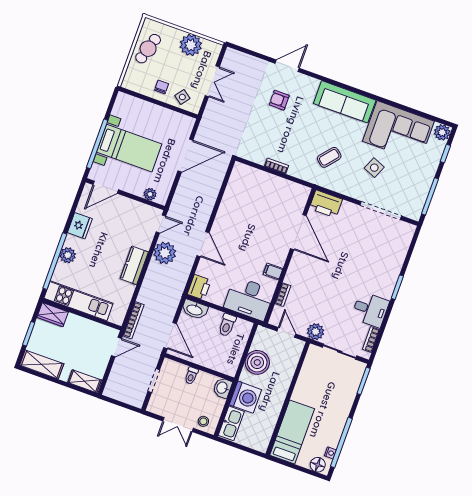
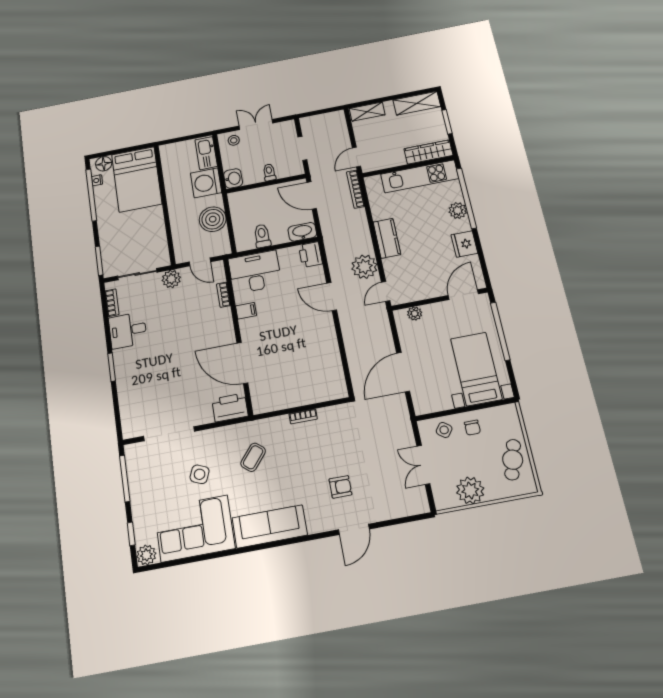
bed with nightstands: (129, 148) -> (476, 369), moved, turned 90
wardrobe: (53, 315) -> (428, 152), width x1.50
bed: (292, 432) -> (137, 179), width x1.50

